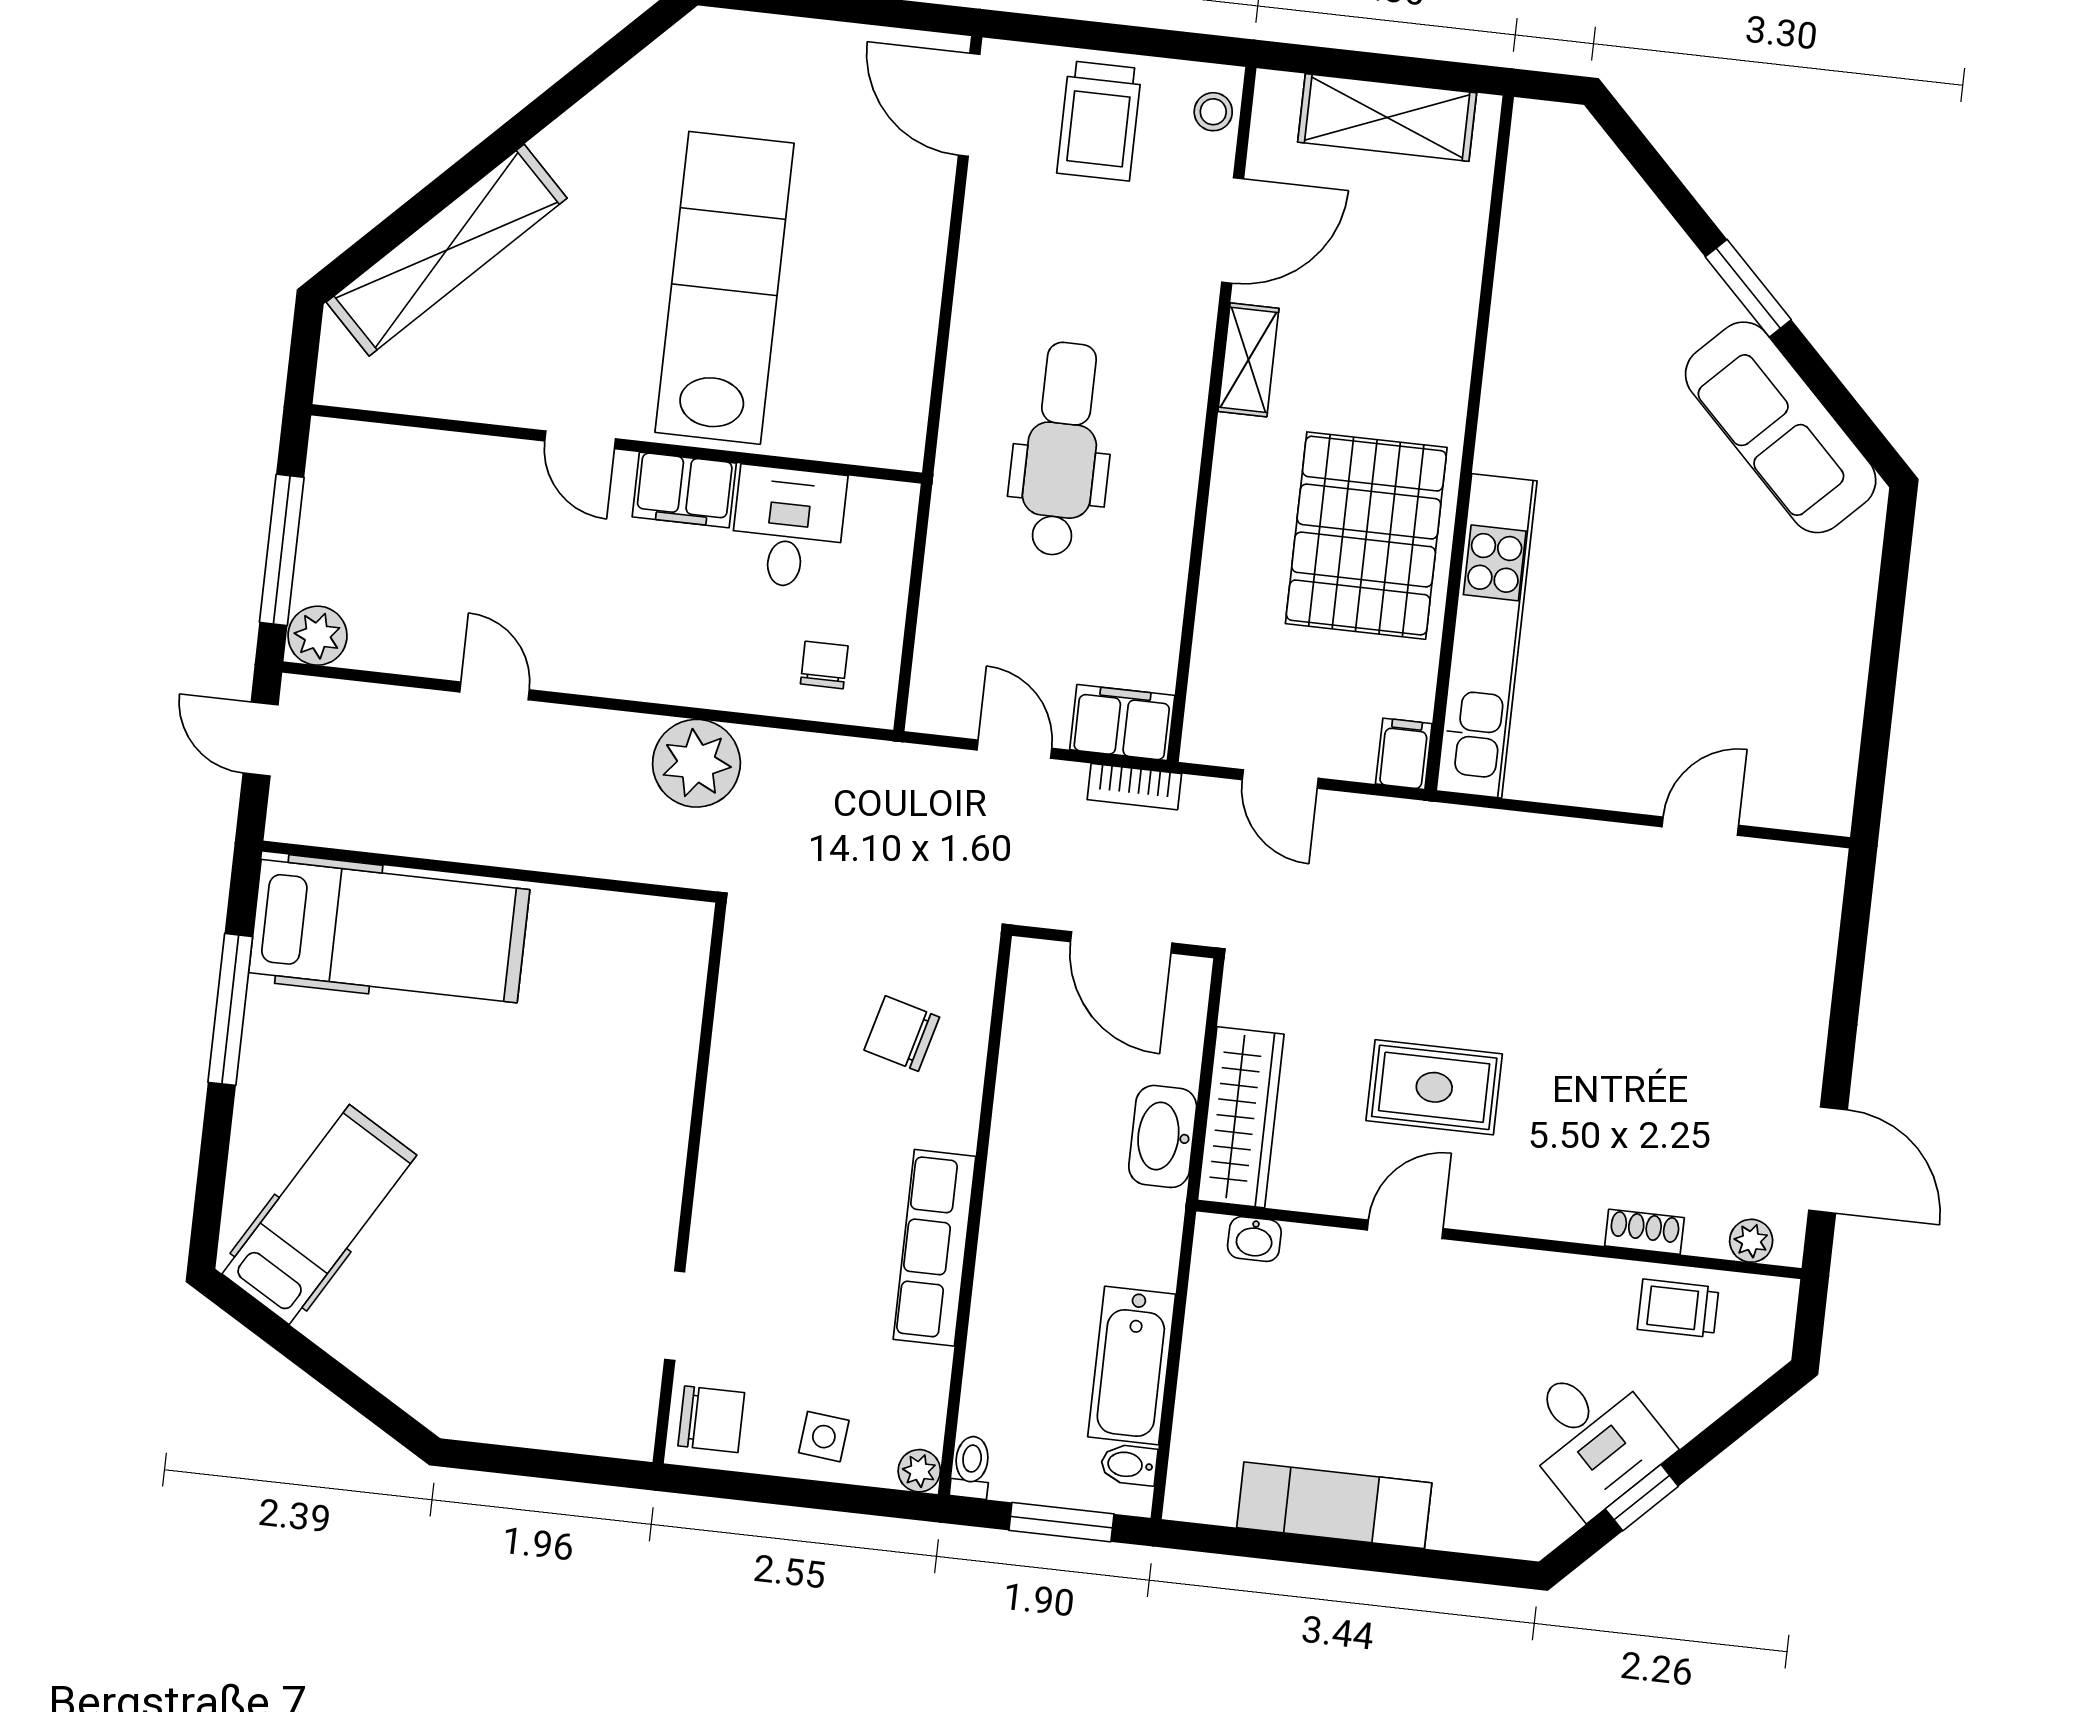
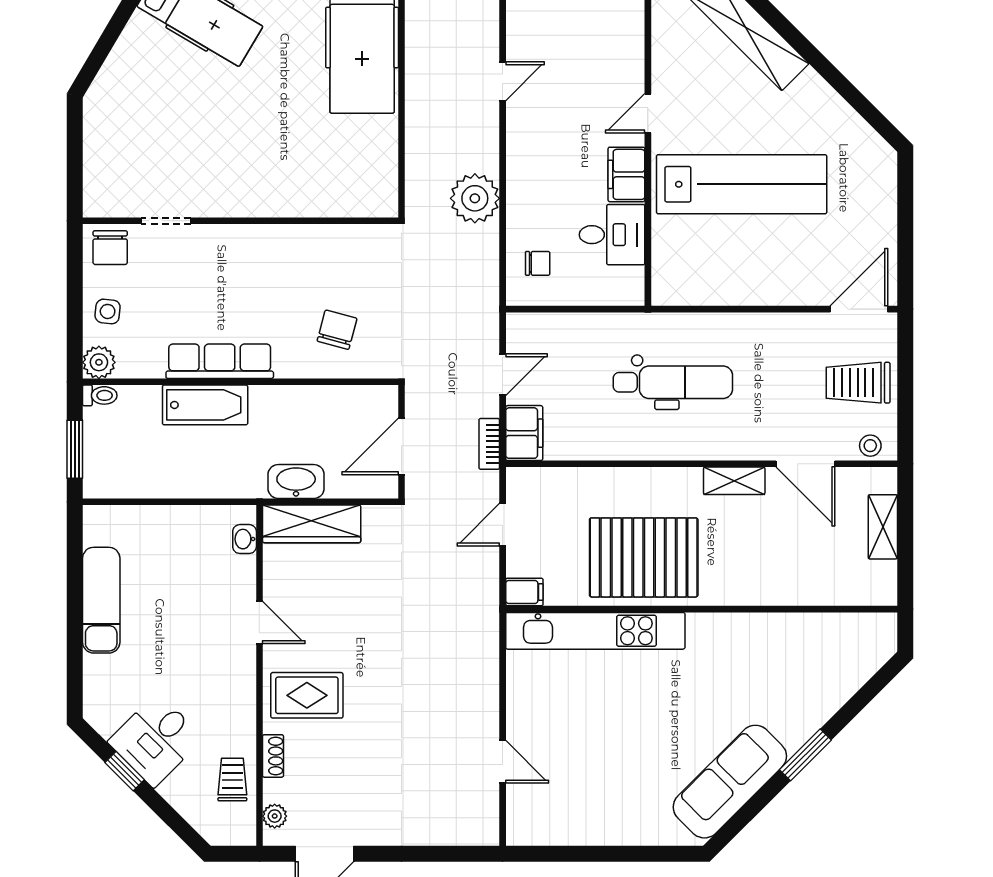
shelving: (1387, 117) -> (883, 527), width x0.67, depth x0.75
rug: (1434, 1087) -> (307, 695), moved, turned 90
bathtub: (1132, 1365) -> (205, 405), moved, turned 180
bidet: (1129, 1465) -> (111, 483), removed
plant: (919, 1471) -> (99, 362), width x1.38, depth x1.38

